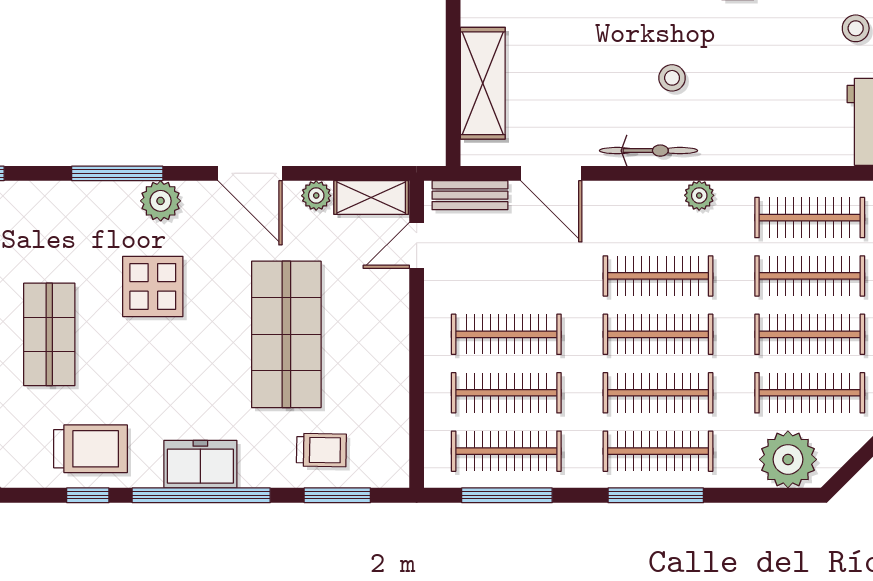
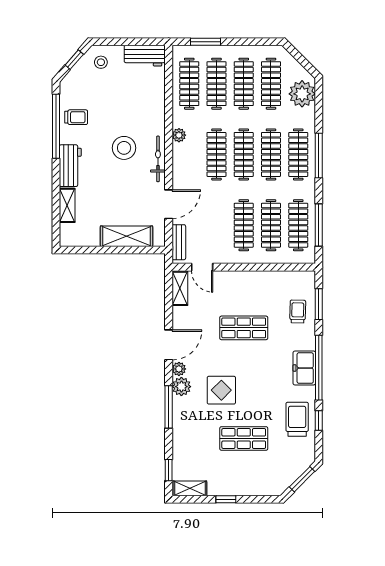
stool: (672, 78) -> (124, 148), width x1.89, depth x1.89
plant: (316, 196) -> (179, 369), moved
shop shelf: (286, 334) -> (244, 328), width x0.70, depth x0.74

